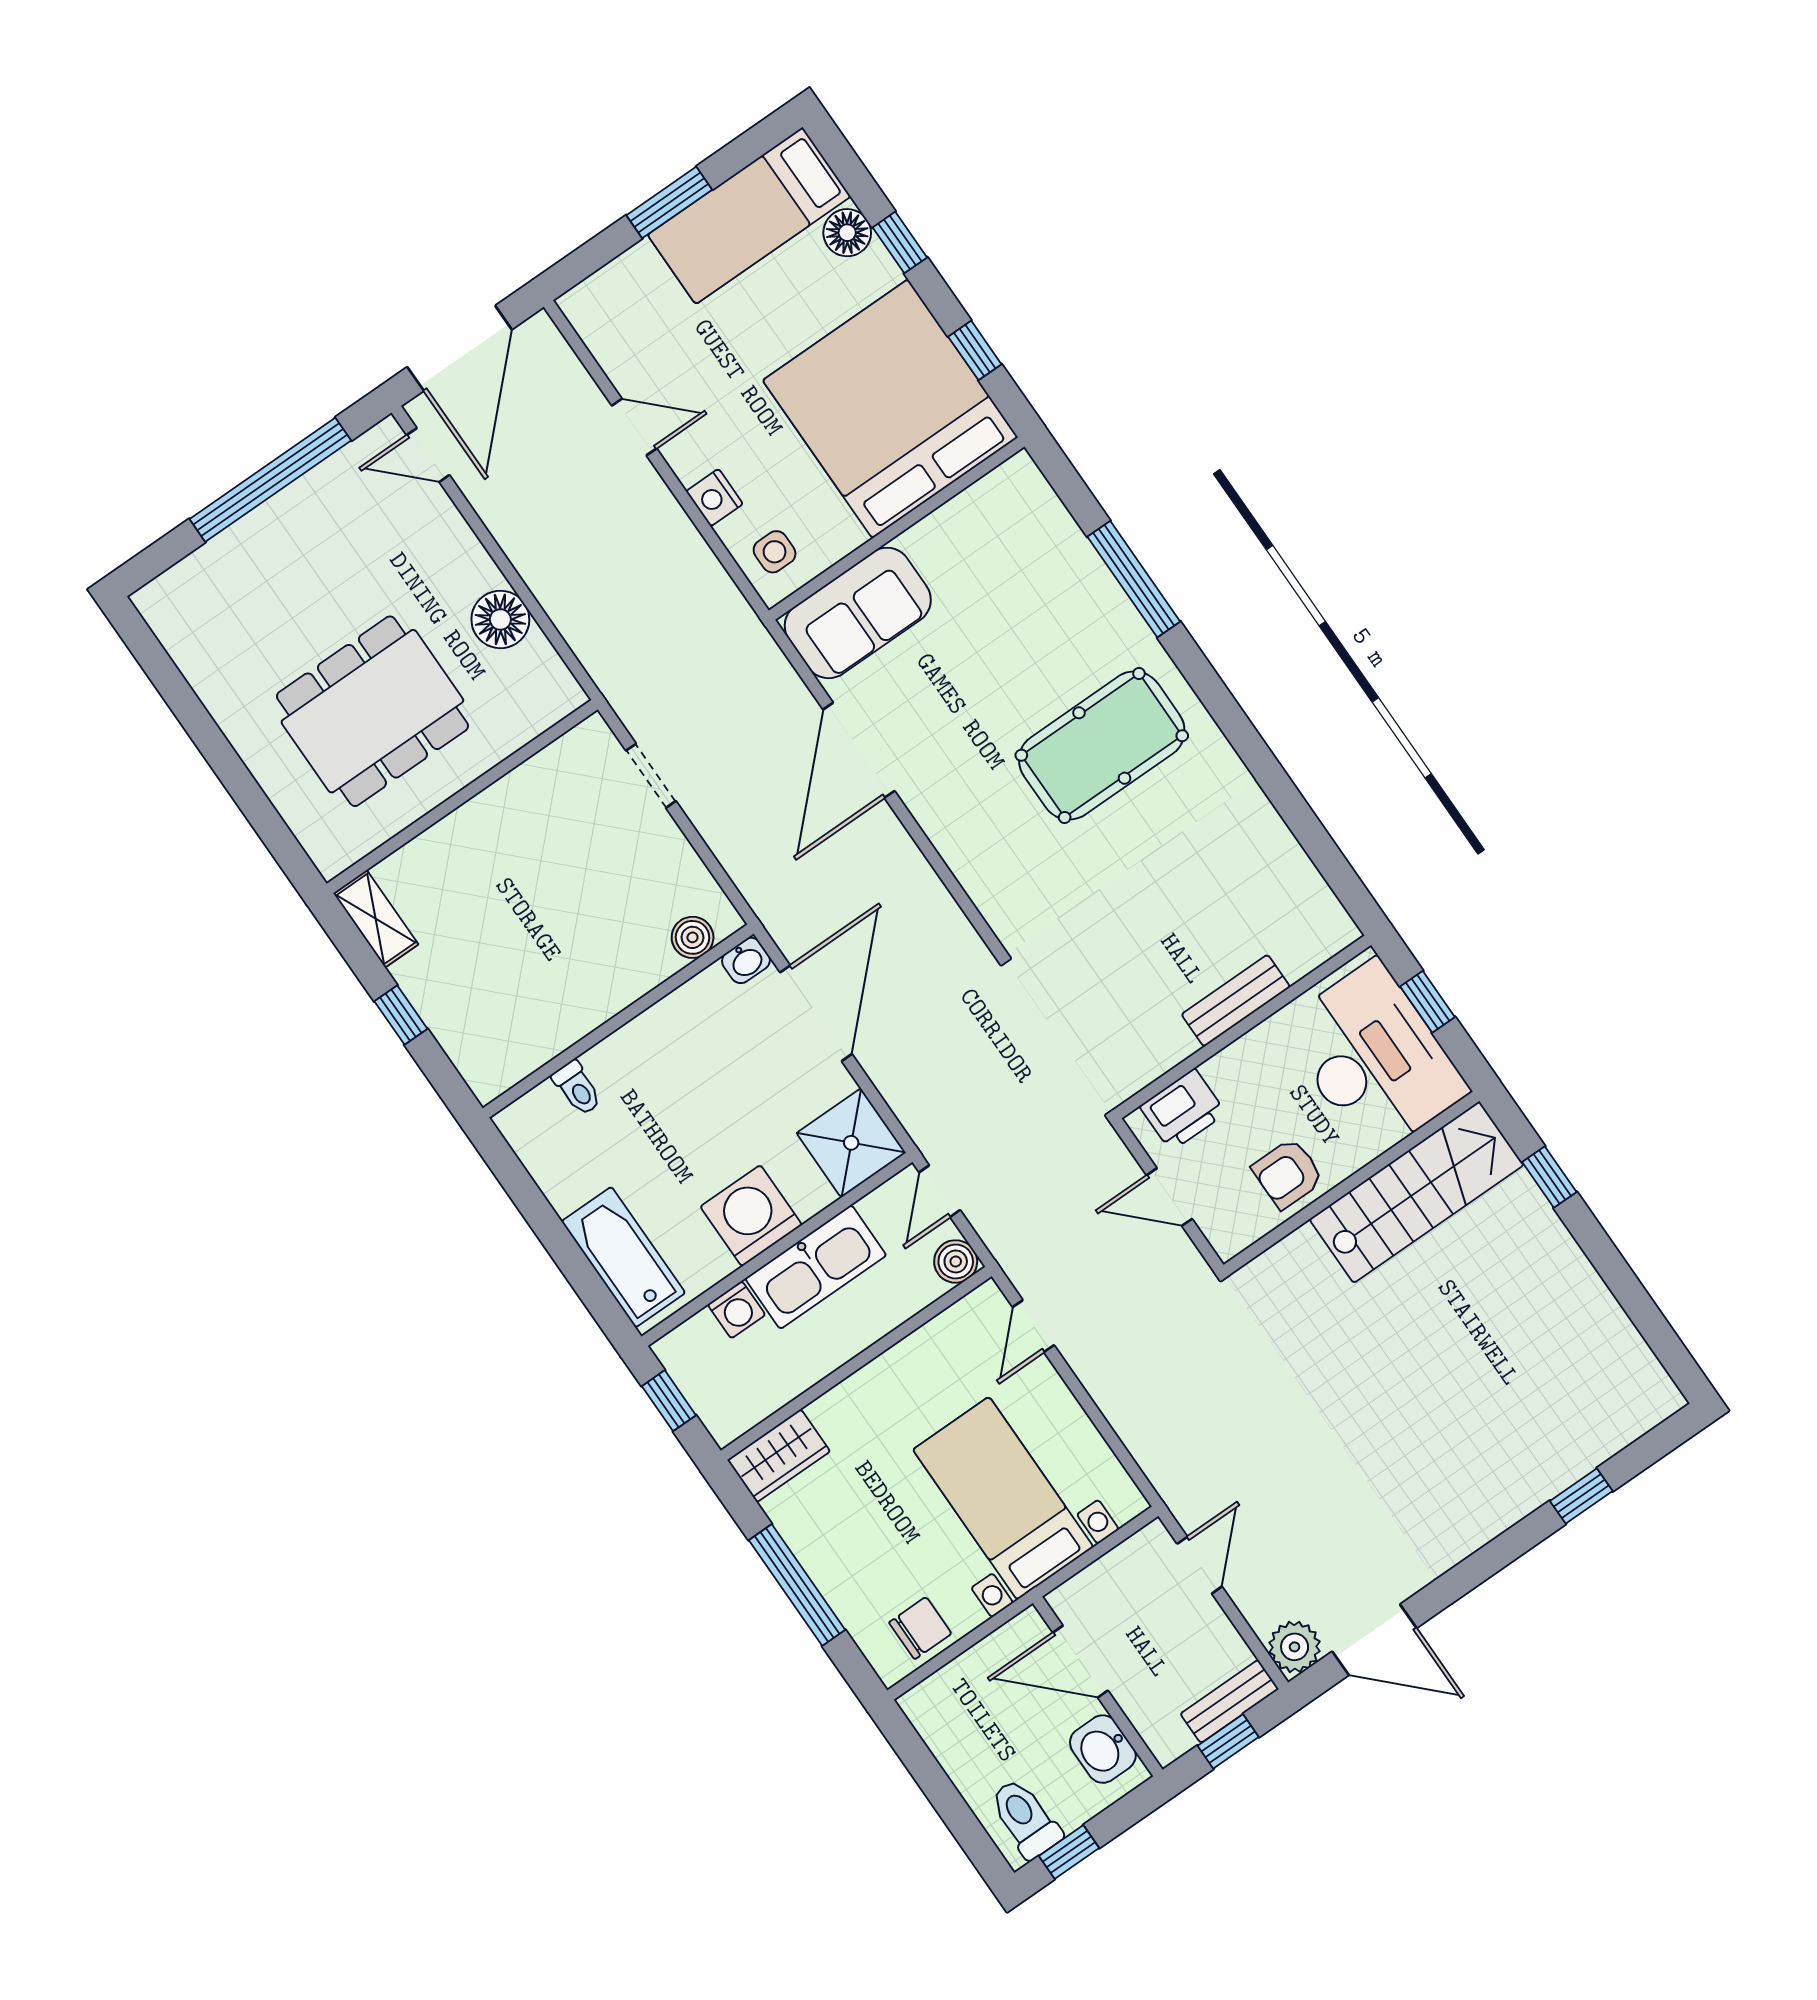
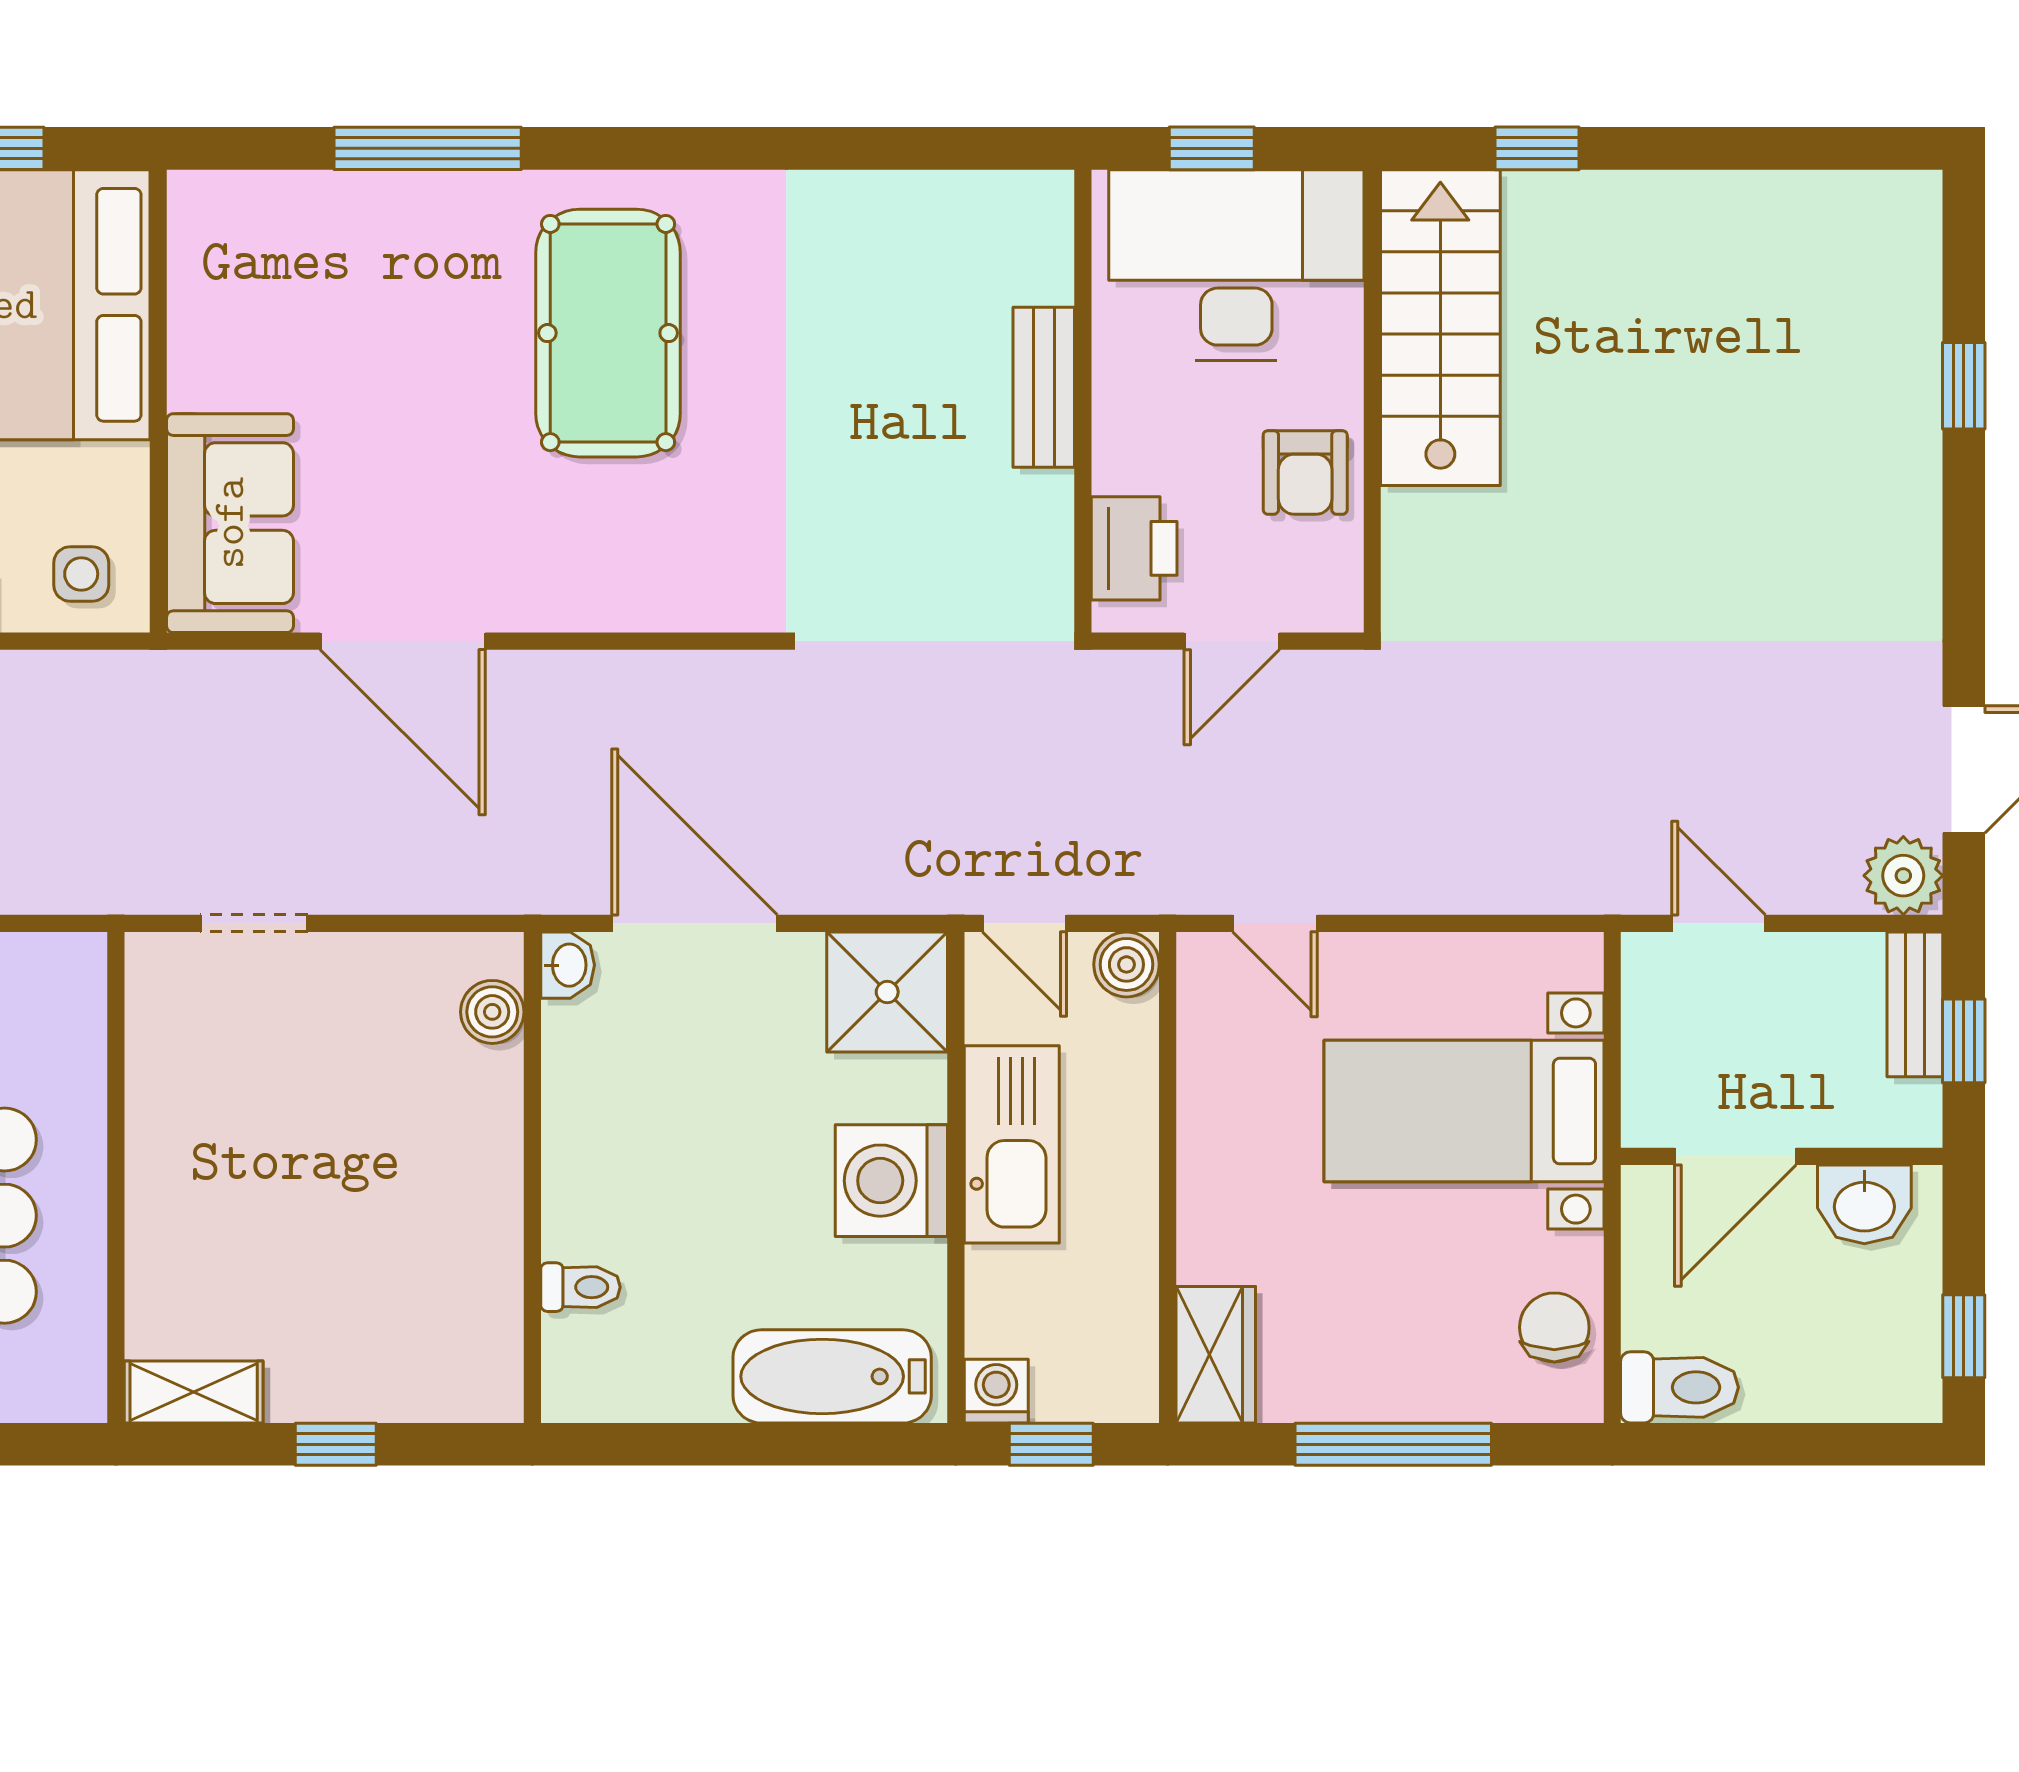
washing machine: (736, 1310) -> (996, 1391), moved, turned -90
toilet: (1025, 1818) -> (1680, 1387), moved, turned 180

